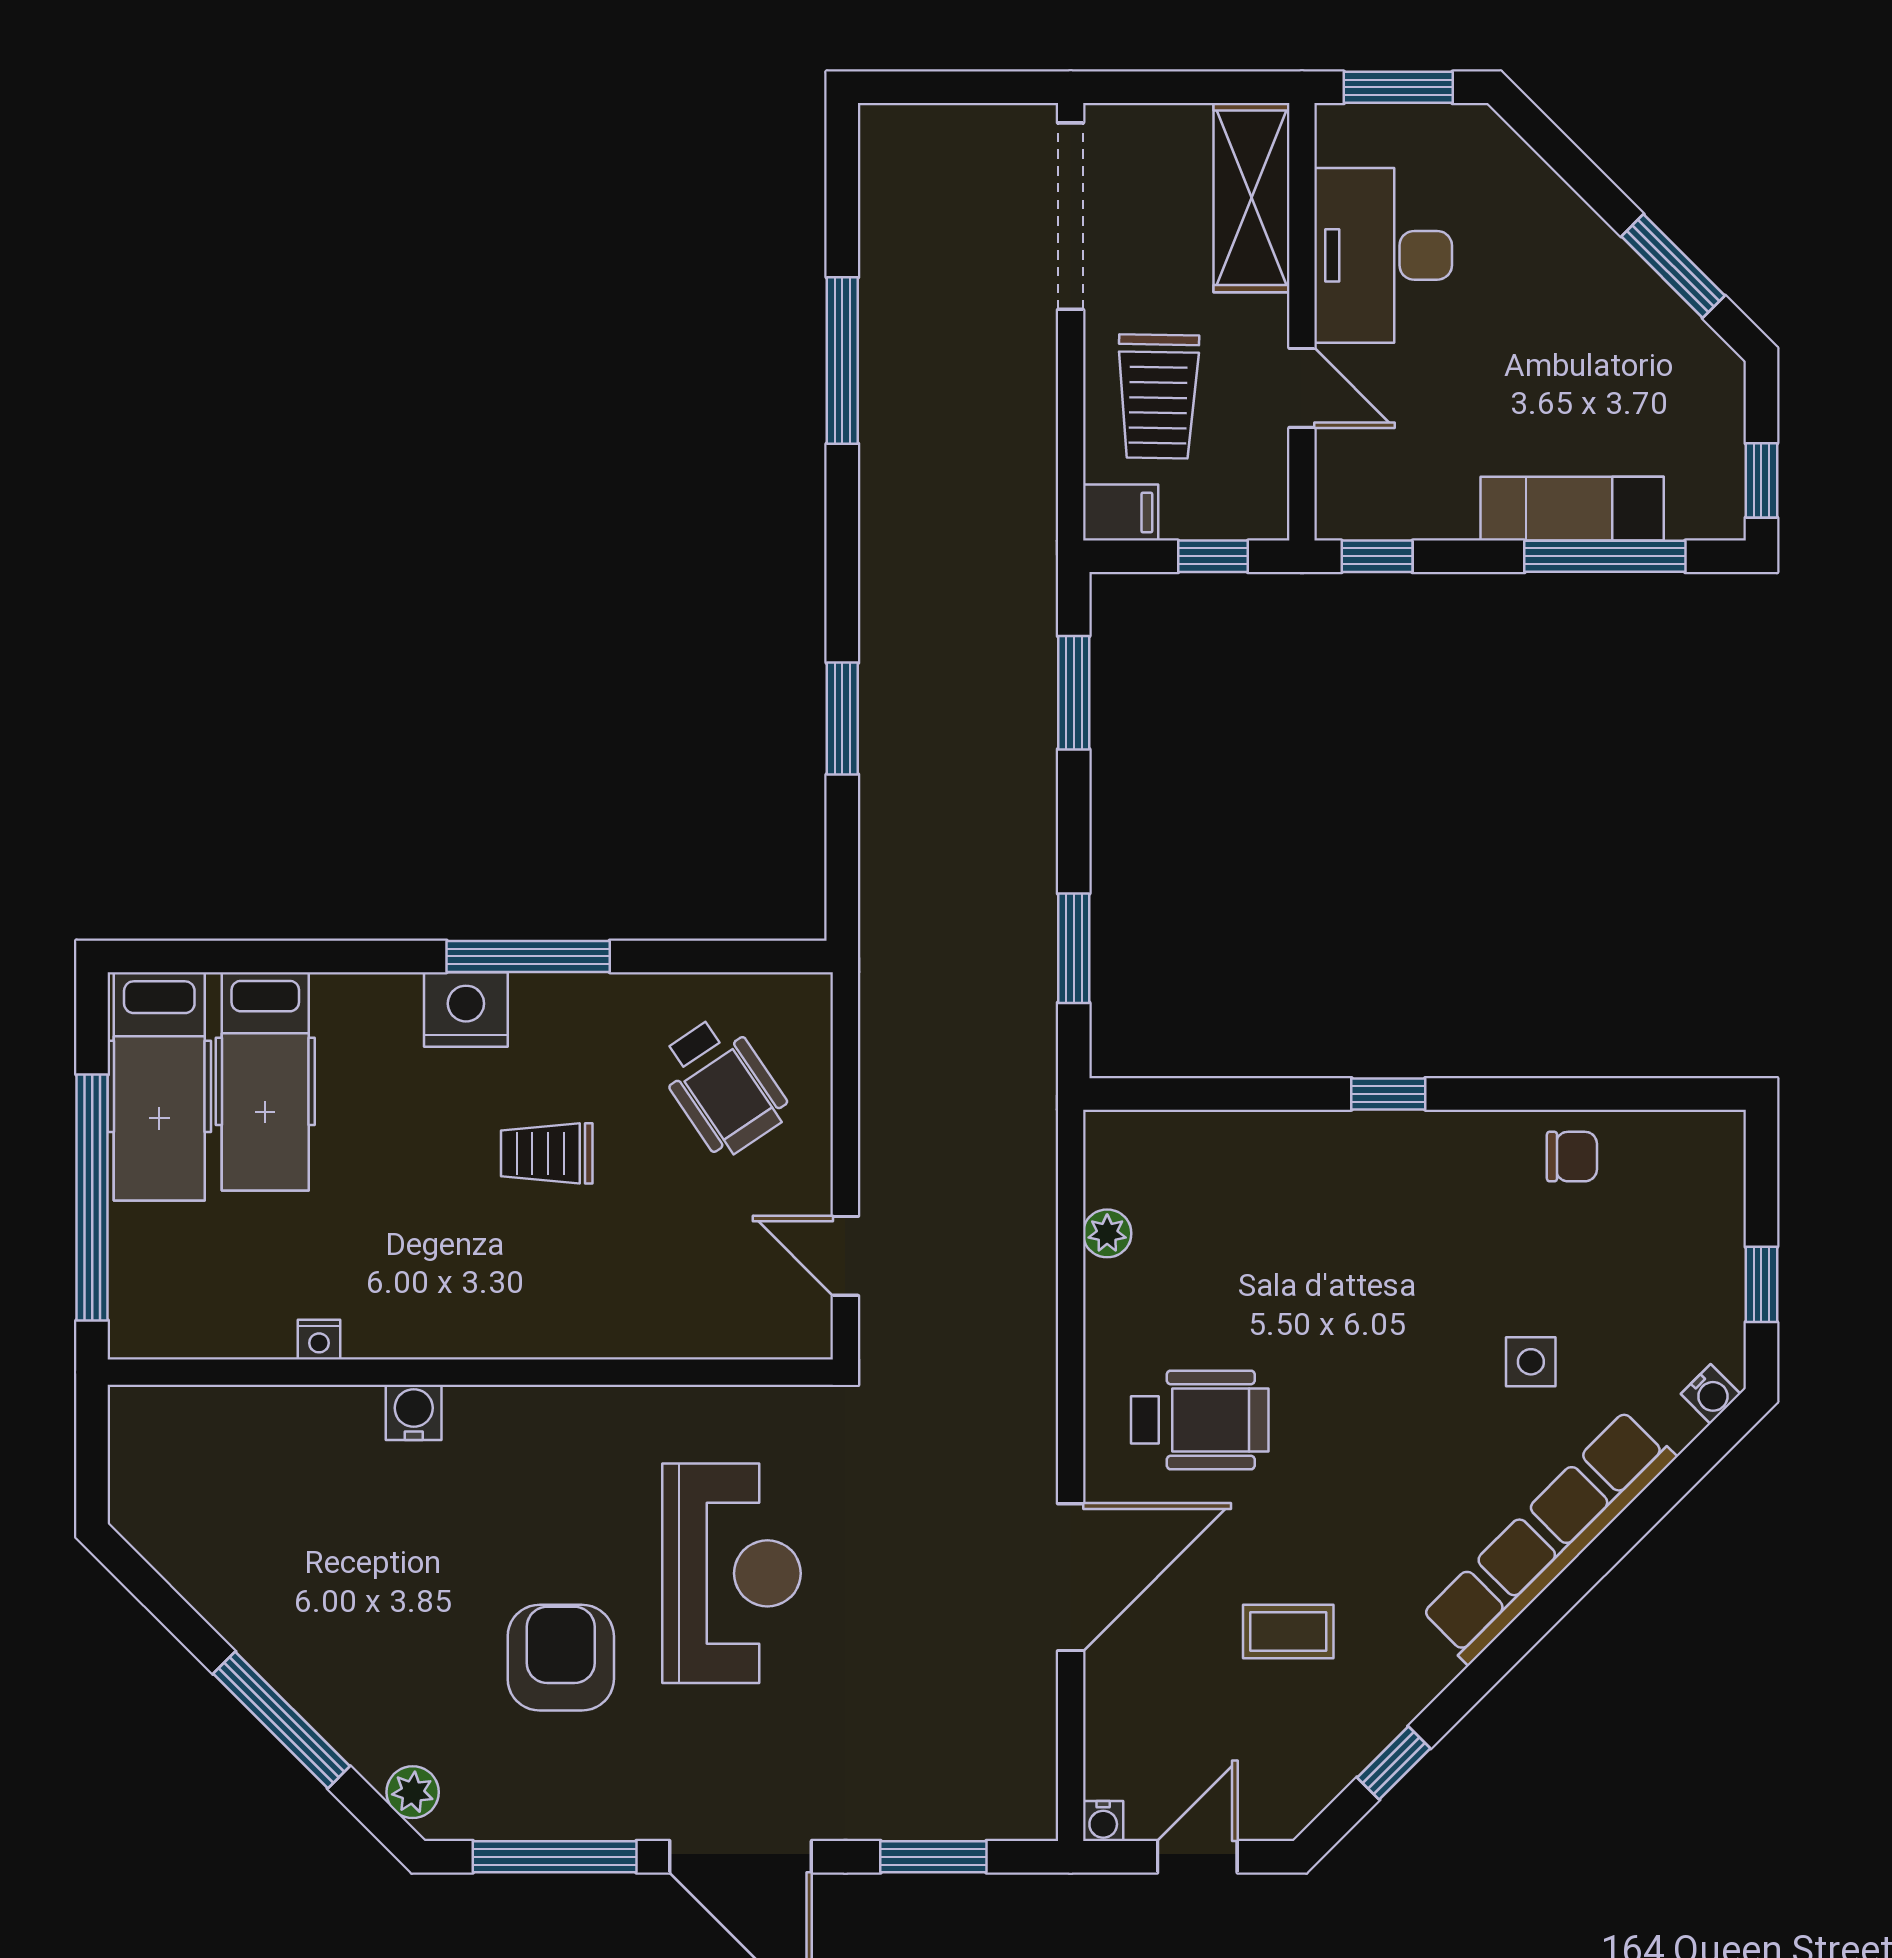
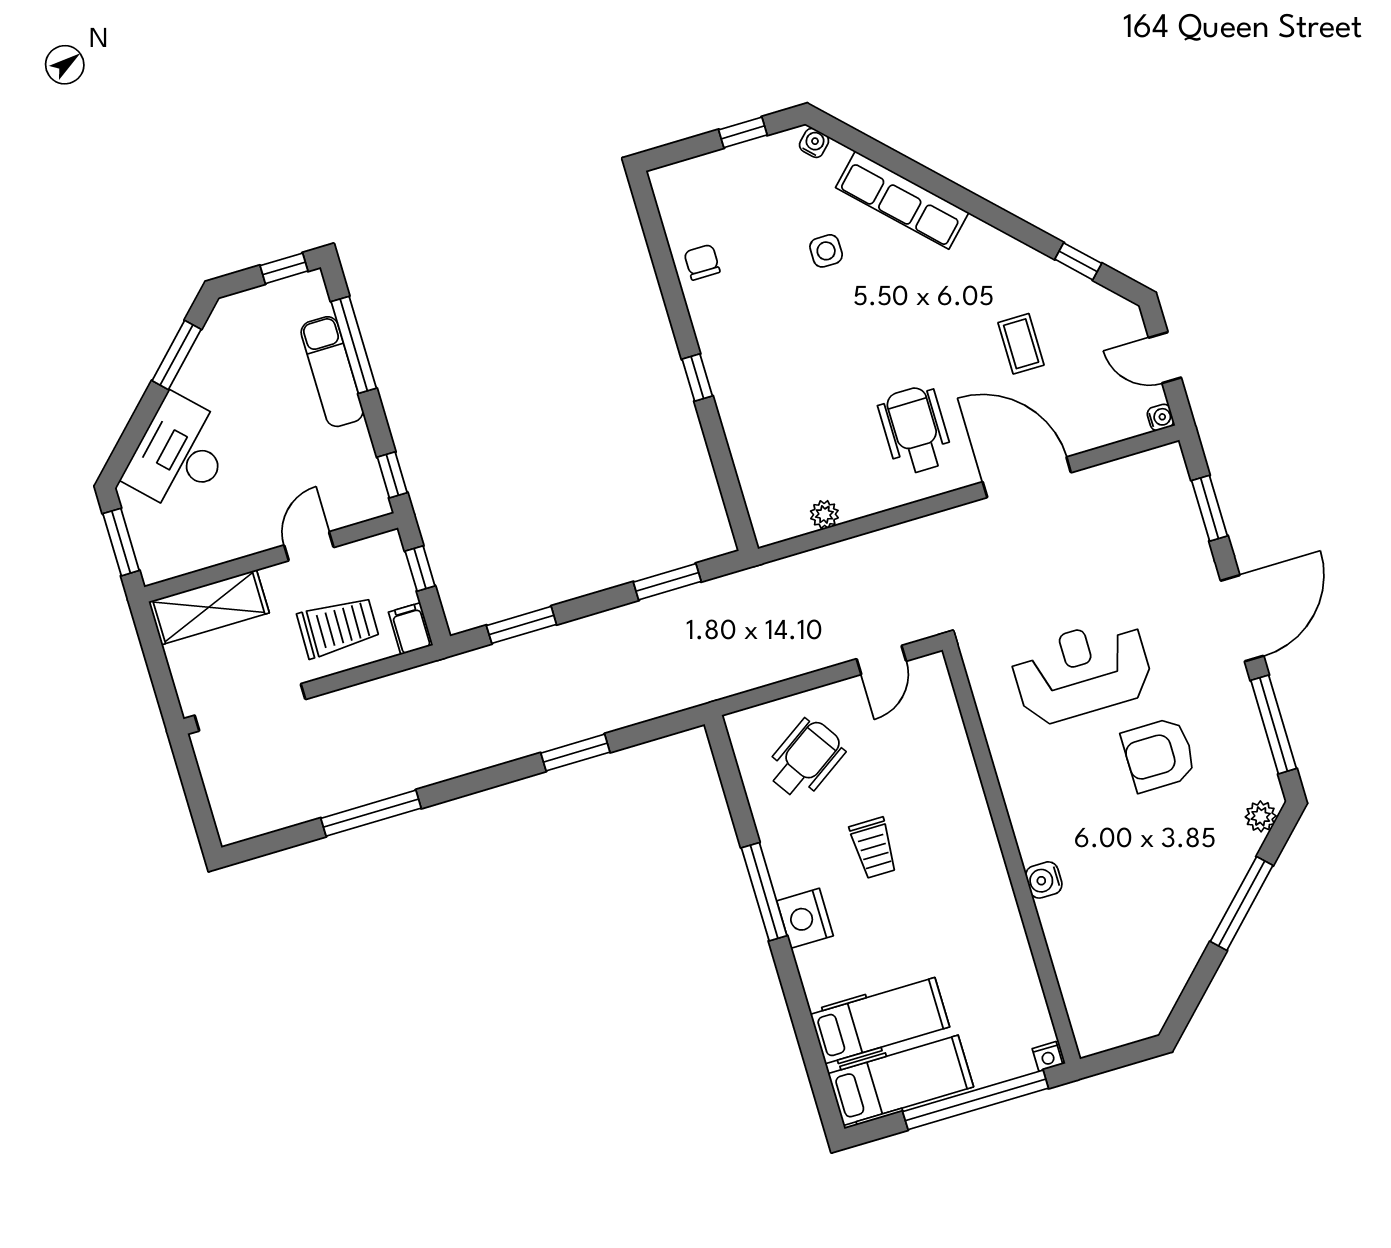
desk: (1383, 255) -> (180, 454), moved, turned 135
nightstand: (319, 1340) -> (1048, 1056), moved, turned 90
row of seats: (1548, 1537) -> (902, 200), width x0.73

